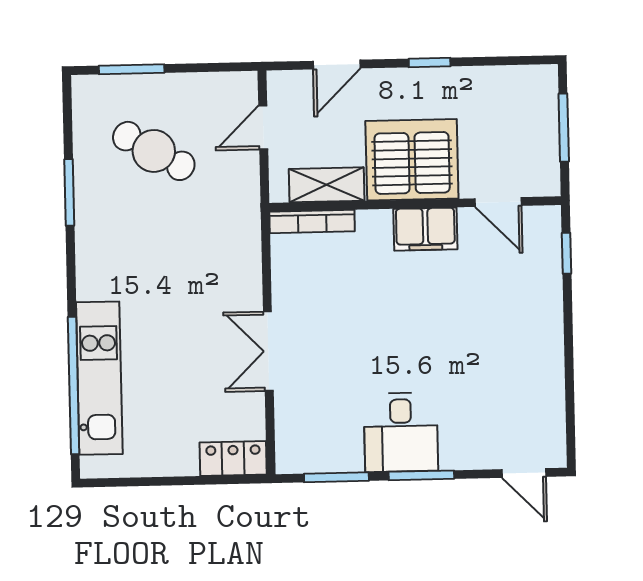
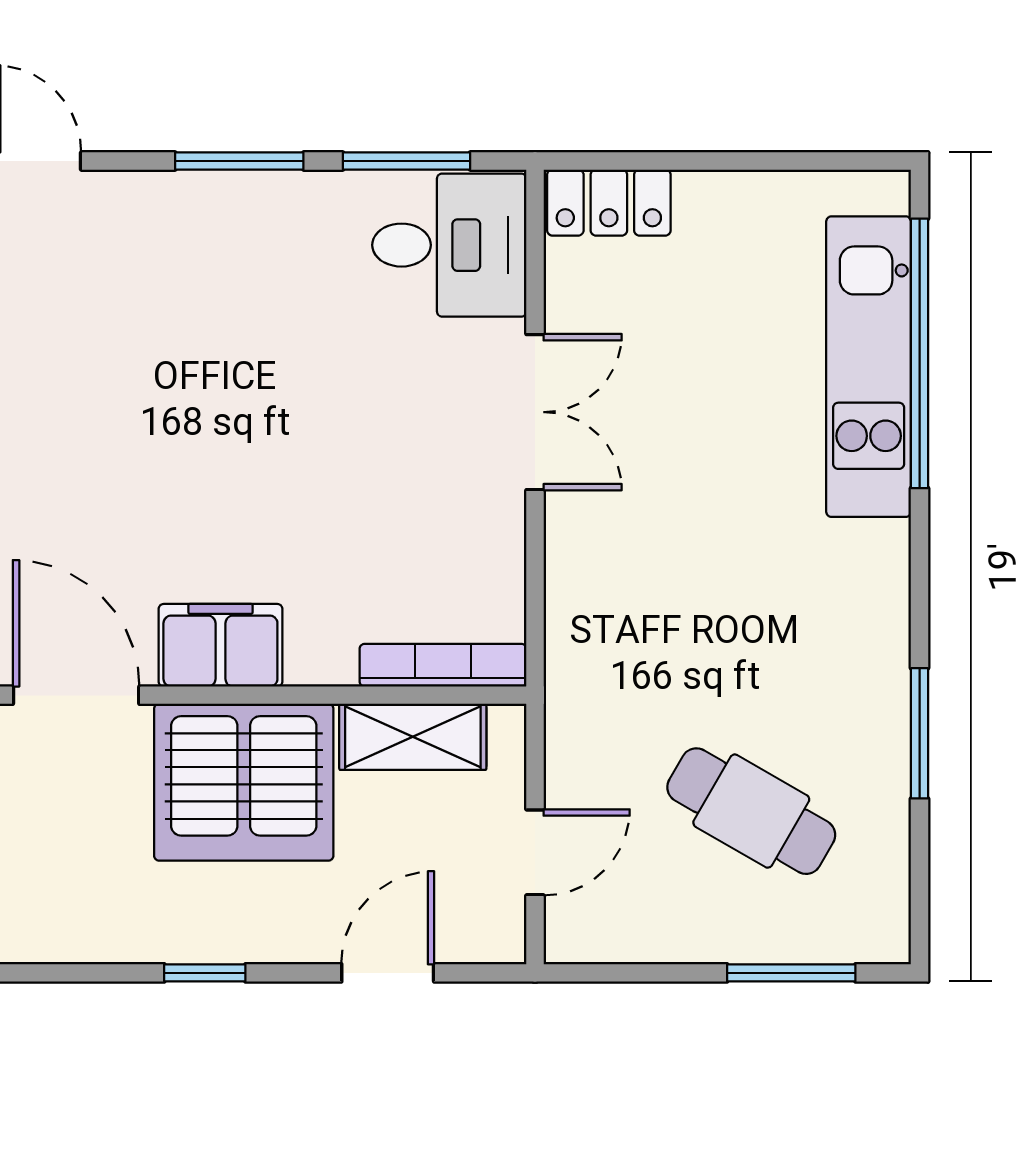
door: (498, 202) -> (76, 695), width x1.38
desk: (401, 432) -> (449, 245), moved, turned 90

